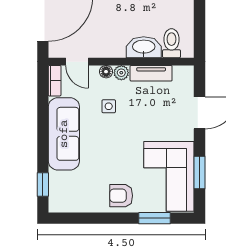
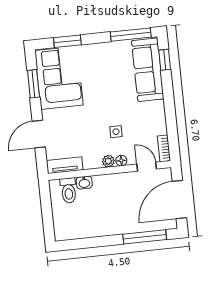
washbasin: (144, 47) -> (84, 183), width x0.52, depth x0.69
tv unit: (151, 73) -> (65, 165), moved
sofa: (64, 134) -> (148, 70), moved
armchair: (121, 196) -> (97, 57), removed
window: (80, 218) -> (131, 35), added

